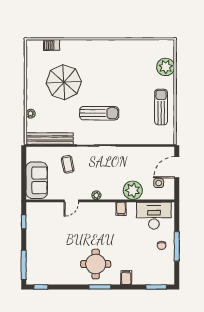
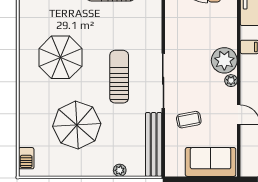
barbecue: (52, 45) -> (26, 158), moved
parasol: (113, 70) -> (60, 57), added
plant: (133, 190) -> (224, 60), moved

